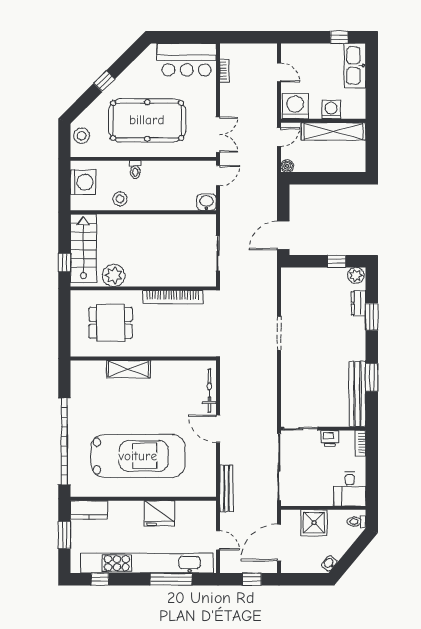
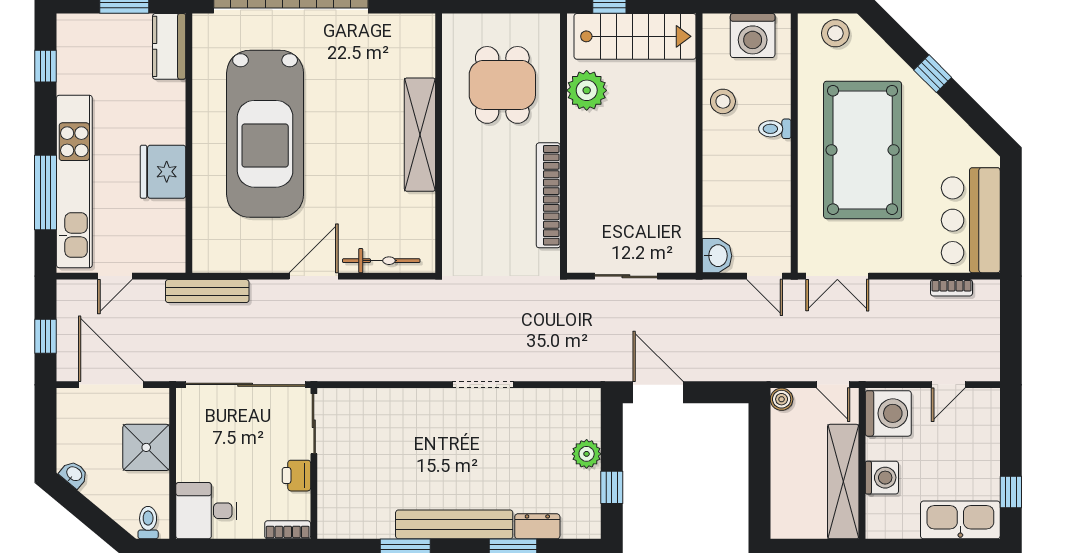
plant: (356, 275) -> (587, 454), moved
shelving: (128, 369) -> (420, 135), width x1.47
bench: (357, 394) -> (454, 524), moved
kitchen unit: (147, 563) -> (74, 181), width x0.73

